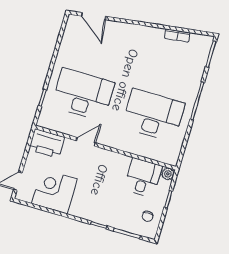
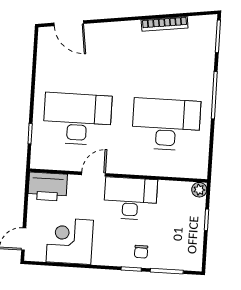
bookcase: (177, 35) -> (165, 24), width x1.56
desk: (143, 178) -> (130, 198), moved, width x1.37
chair: (148, 216) -> (141, 252), moved

